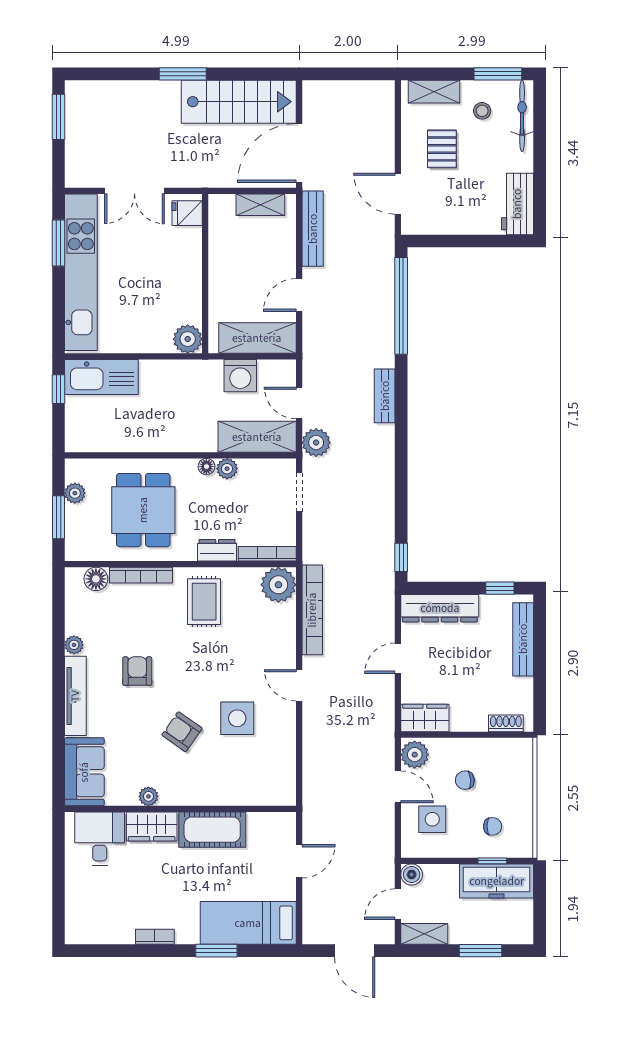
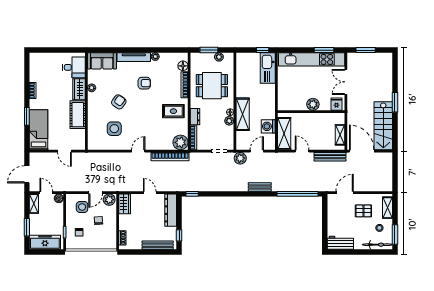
window: (58, 117) -> (366, 50), moved
plant: (188, 339) -> (313, 104), moved
shelving: (257, 437) -> (243, 114), moved
side table: (237, 718) -> (114, 129), moved
freezer: (497, 881) -> (45, 242), moved, turned 90

